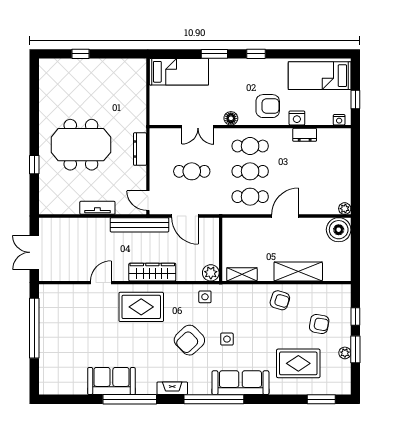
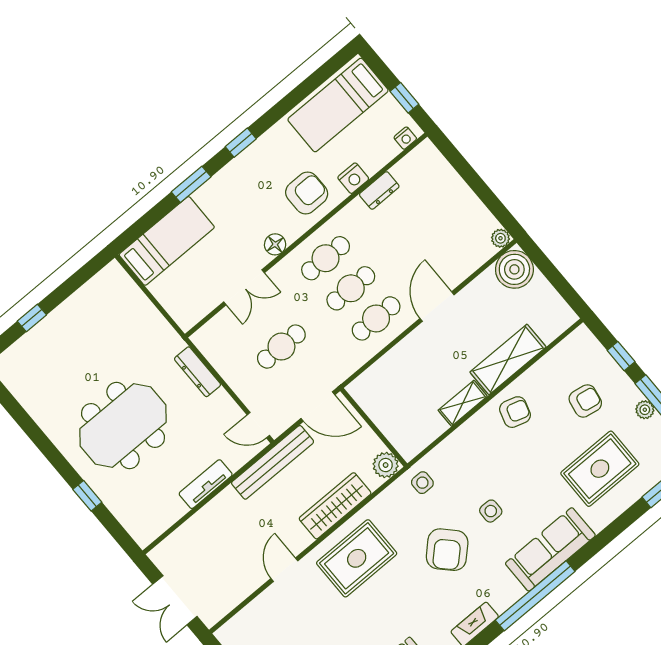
wall: (221, 249) -> (374, 427), moved
plant: (211, 273) -> (386, 465), moved
shelving: (242, 274) -> (463, 403), moved

